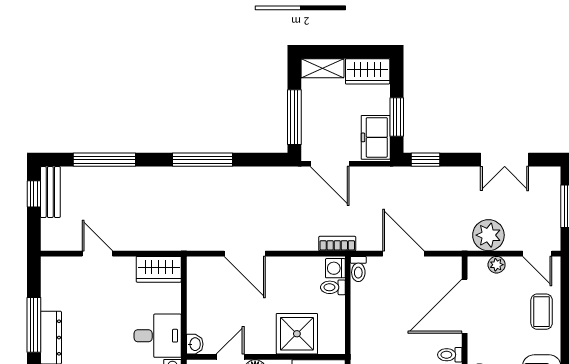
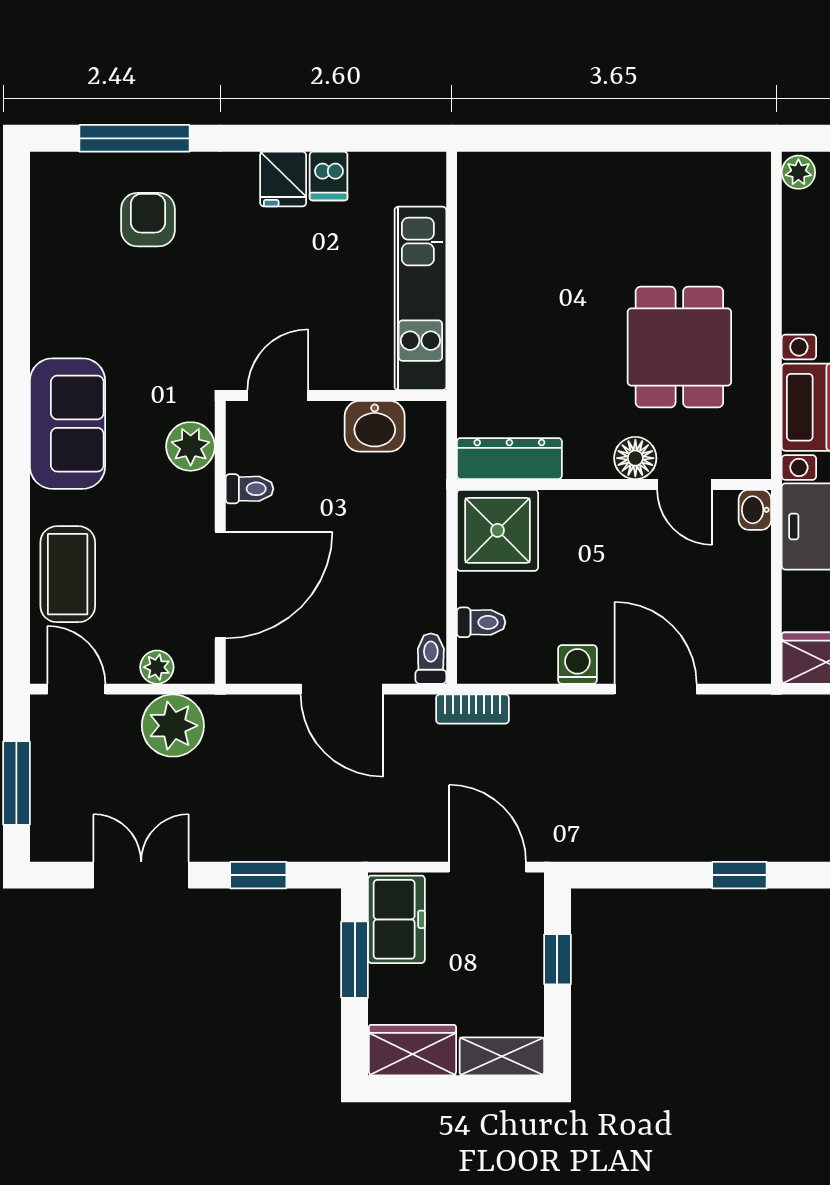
window: (294, 117) -> (557, 959), width x0.46
window: (202, 160) -> (739, 875), width x0.46
window: (425, 160) -> (258, 875), moved
washing machine: (335, 268) -> (577, 664), moved, turned -90
coffee table: (542, 312) -> (68, 574), width x1.36, depth x1.30
shower: (297, 334) -> (497, 530), moved
door: (230, 357) -> (685, 484), hinge flipped

